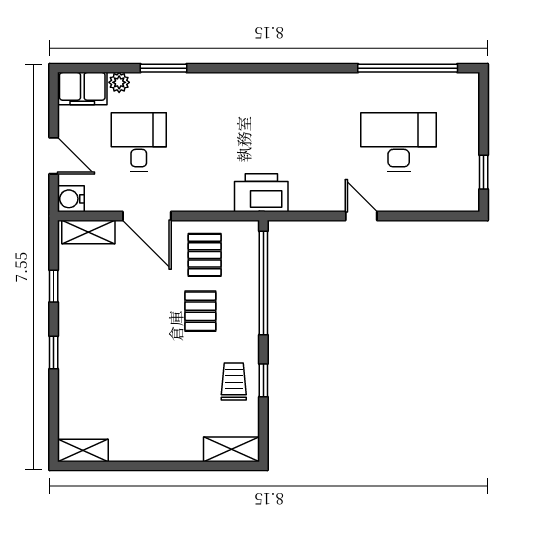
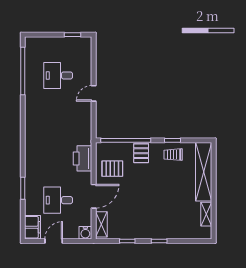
plant: (119, 82) -> (30, 210), removed
desk: (399, 142) -> (58, 75), width x0.73
door: (54, 156) -> (54, 241), moved
printer: (261, 193) -> (83, 158), moved
pallet: (200, 311) -> (141, 153), moved, turned 90
shelving: (231, 449) -> (204, 172), width x2.20, depth x1.33
shelving: (83, 451) -> (206, 214), moved

